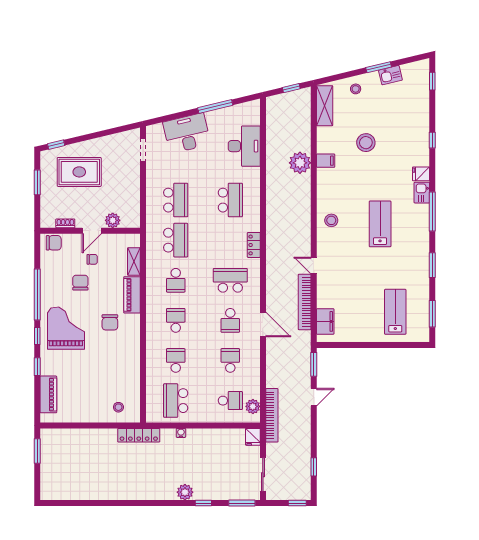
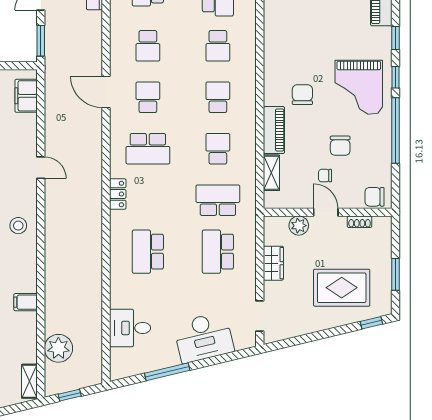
shelving: (325, 106) -> (29, 381), width x0.67, depth x0.75
desk: (244, 146) -> (130, 328), width x0.73
plant: (300, 163) -> (58, 348), moved
wardrobe: (132, 191) -> (273, 263), added
door: (92, 231) -> (326, 212), hinge flipped
school desk: (176, 240) -> (218, 200), turned 90
bookcase: (305, 302) -> (52, 121), removed
school desk: (176, 320) -> (218, 97), turned 180

